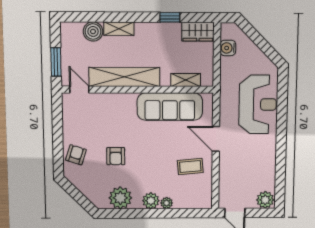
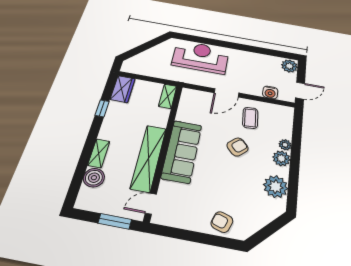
water cooler: (228, 48) -> (270, 92), moved
shelving: (186, 80) -> (168, 96), moved
sofa: (170, 107) -> (182, 151), moved
armchair: (116, 156) -> (237, 147), moved, turned -43

